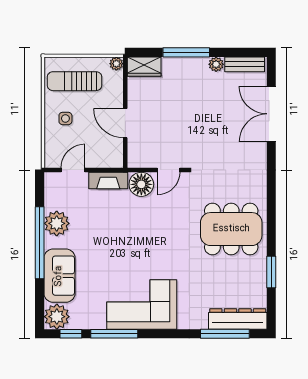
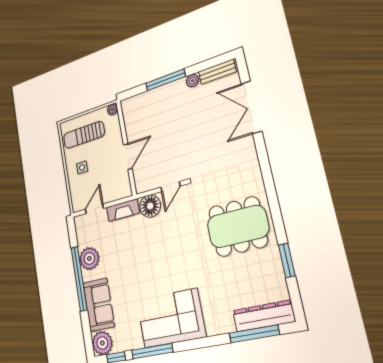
wardrobe: (144, 67) -> (134, 104), removed
door: (125, 123) -> (128, 157), swing flipped

